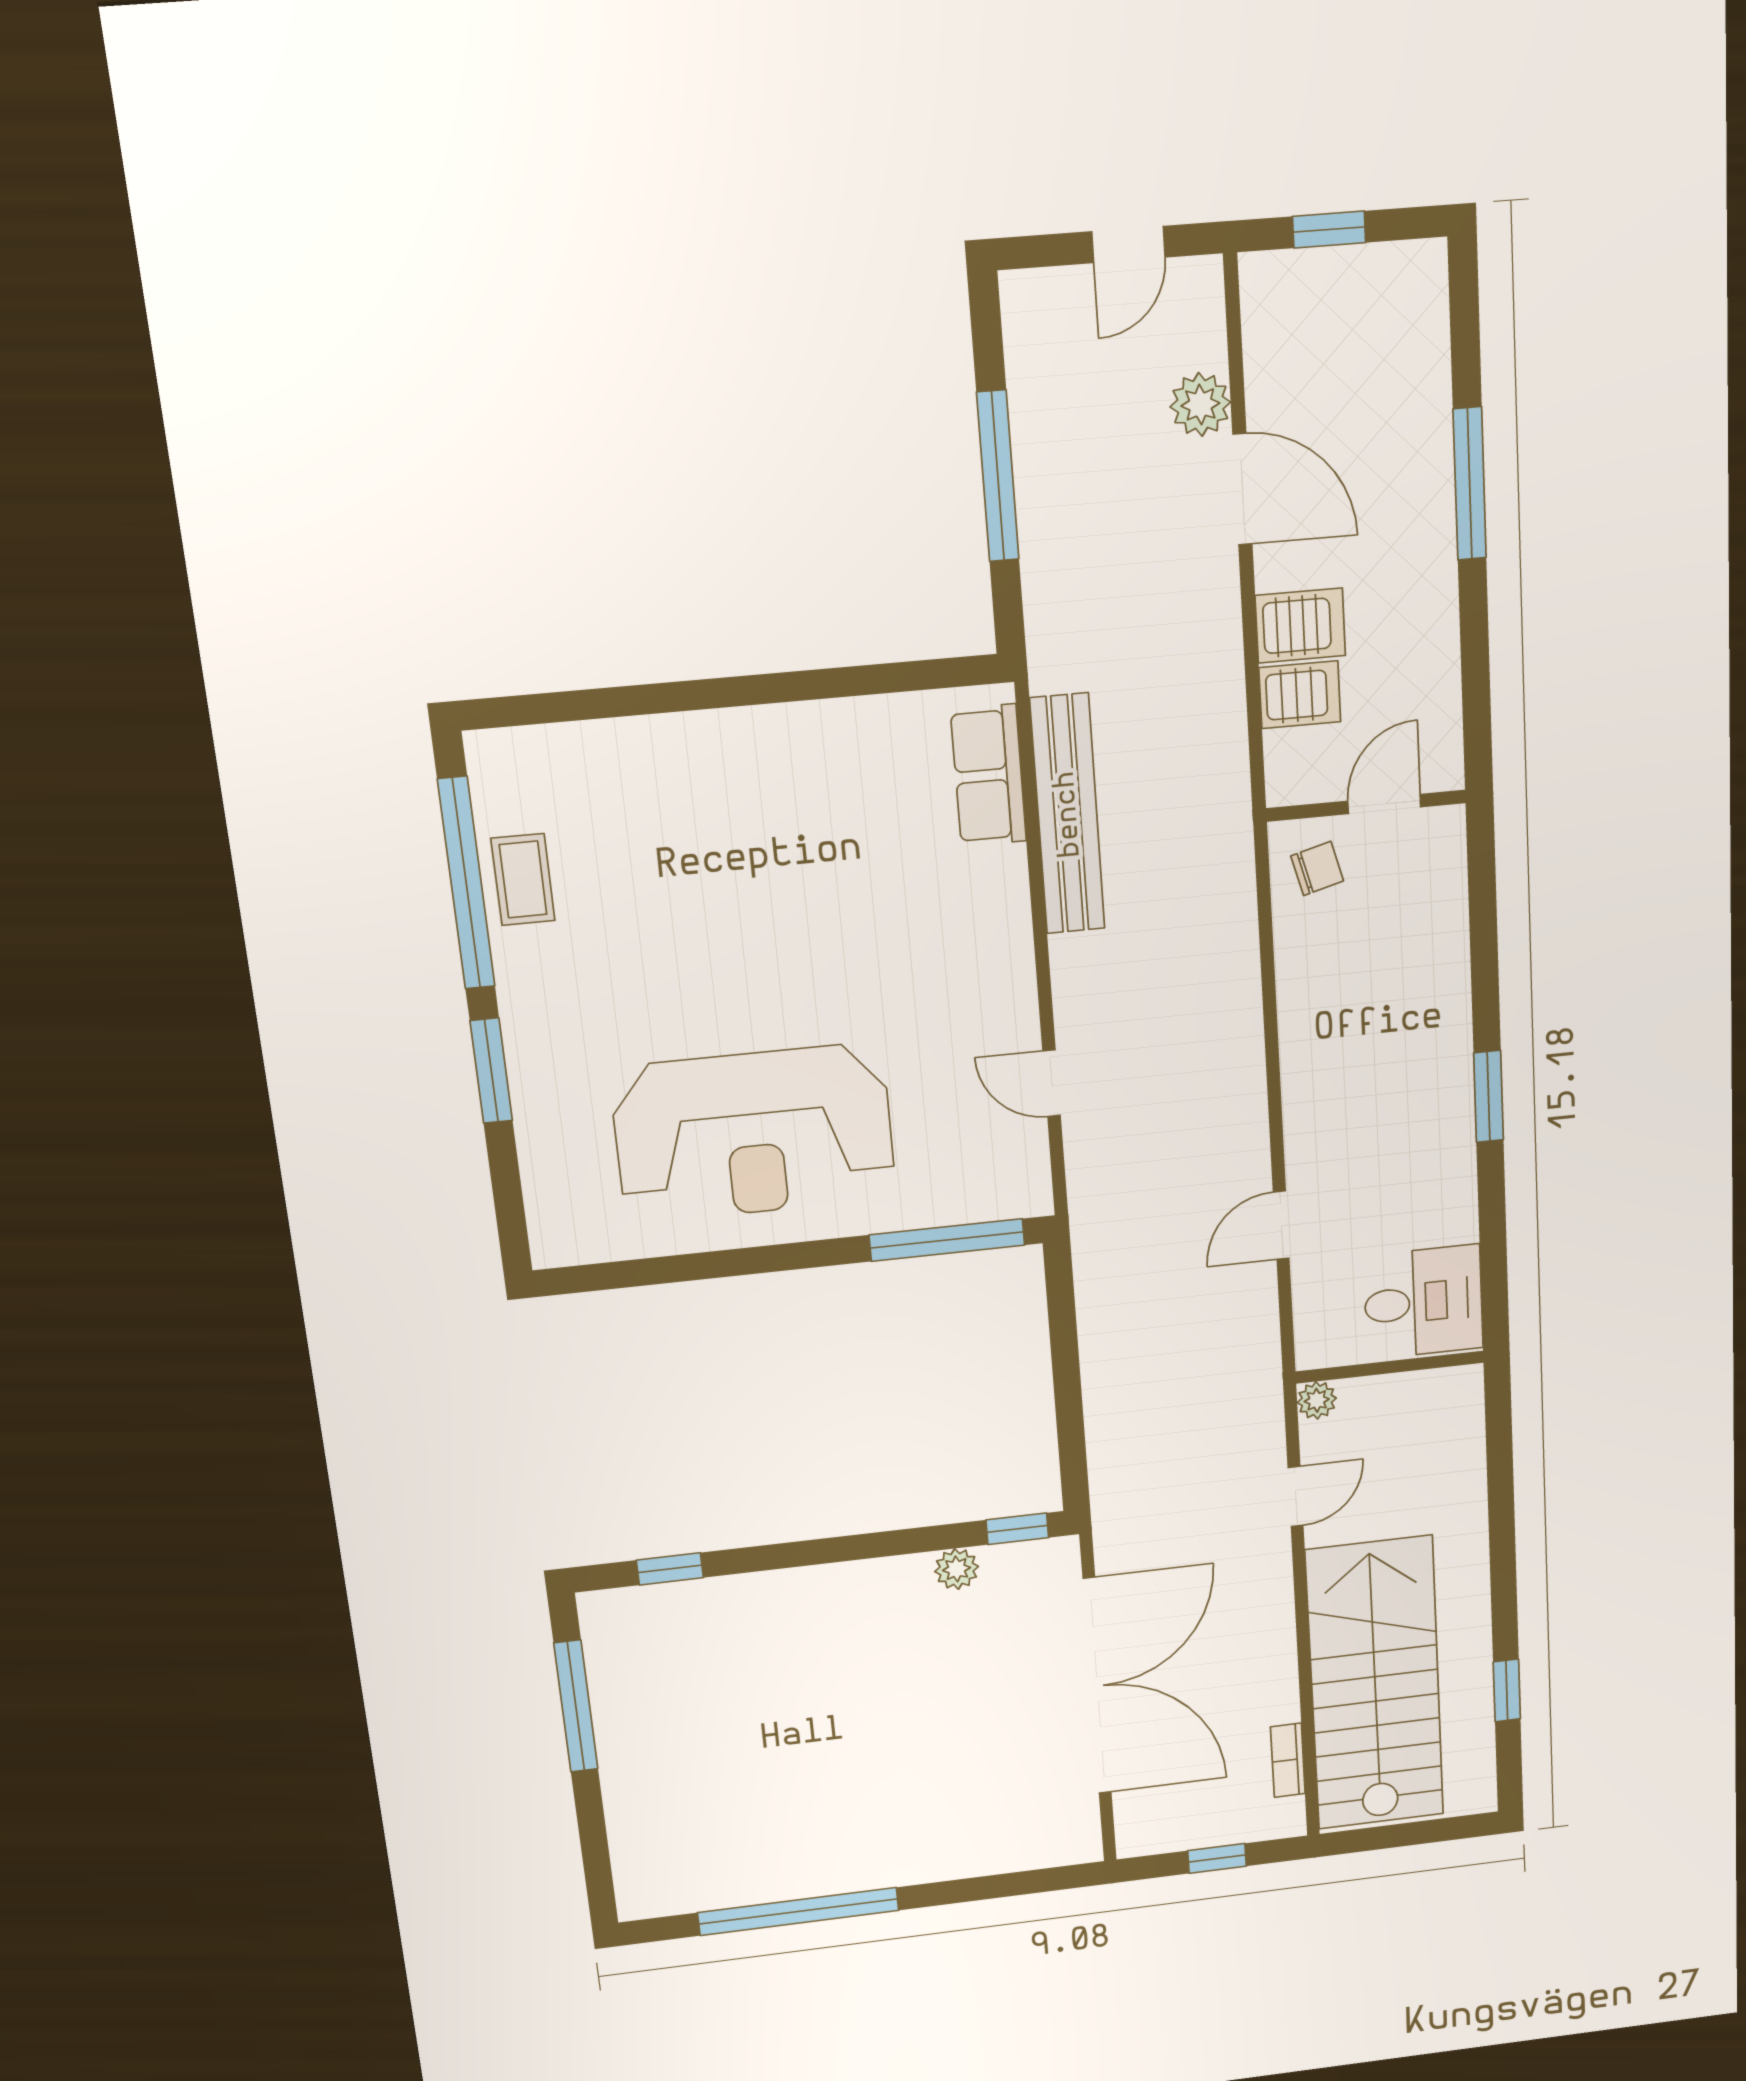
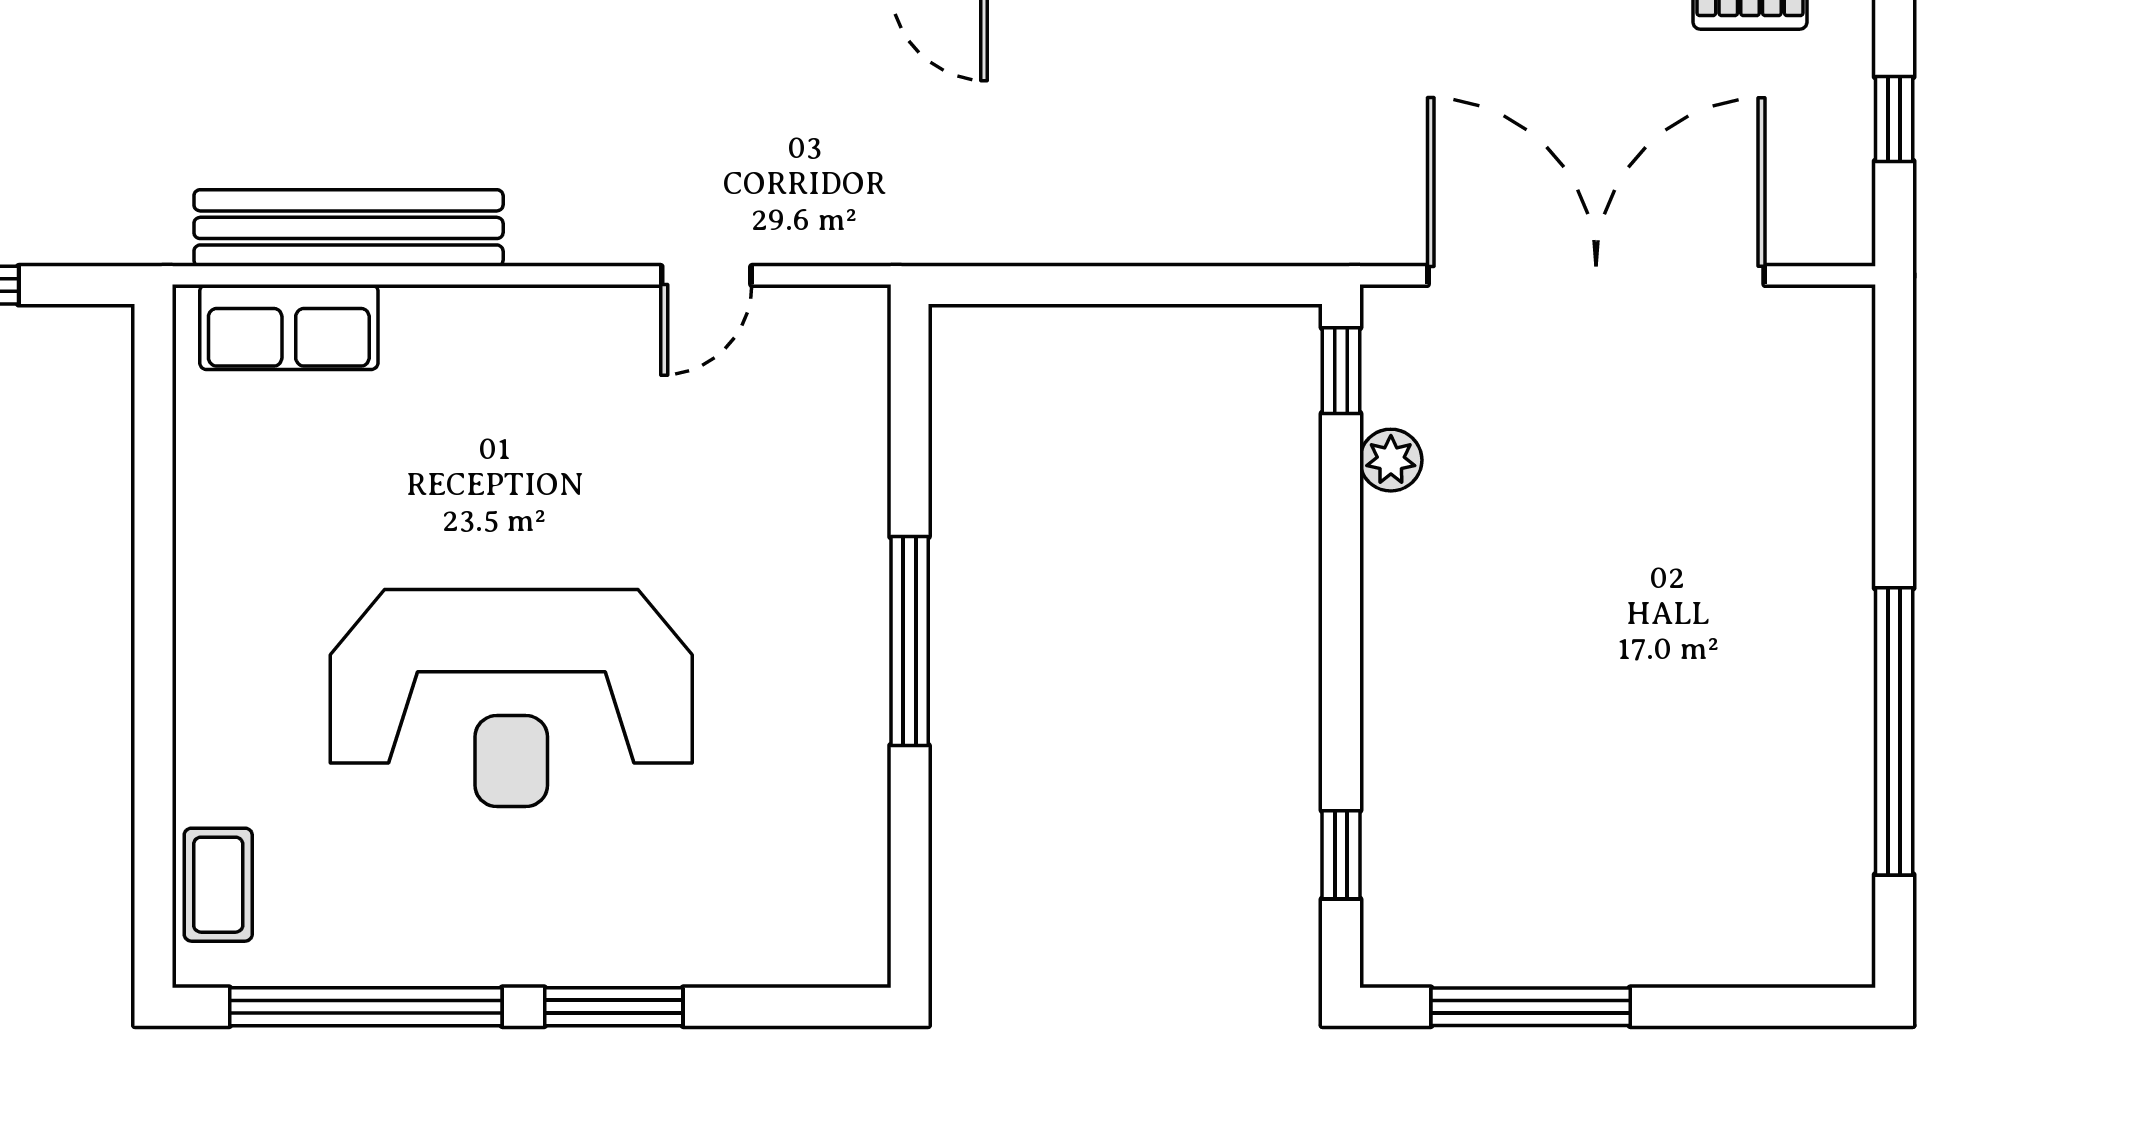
coffee table: (523, 879) -> (218, 885), moved, turned 90
reception desk: (754, 1133) -> (511, 698), moved, turned 90
window: (947, 1240) -> (910, 641), moved

